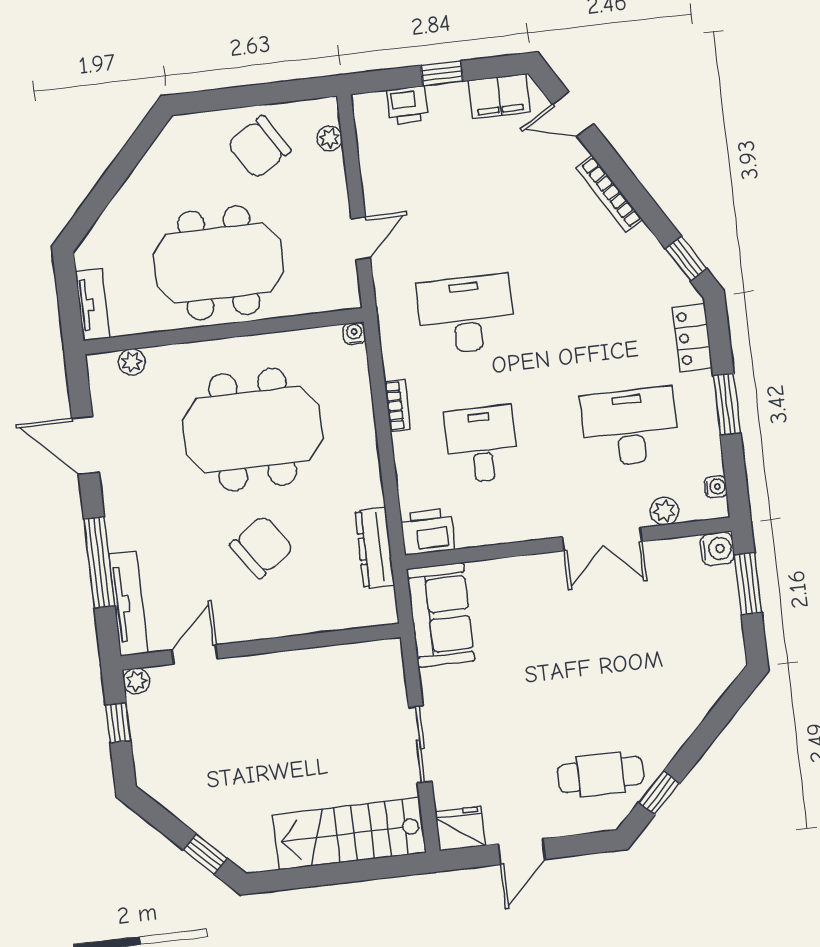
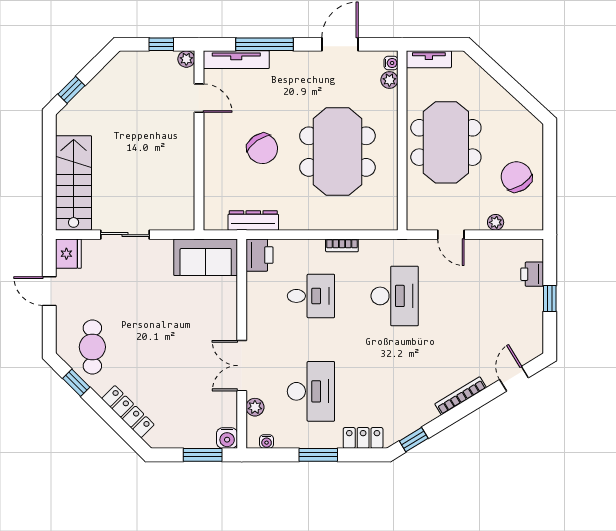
filing cabinet: (499, 96) -> (531, 333), removed
plant: (330, 138) -> (496, 222), moved
water cooler: (354, 333) -> (391, 63), moved
locker: (694, 708) -> (128, 412), added

